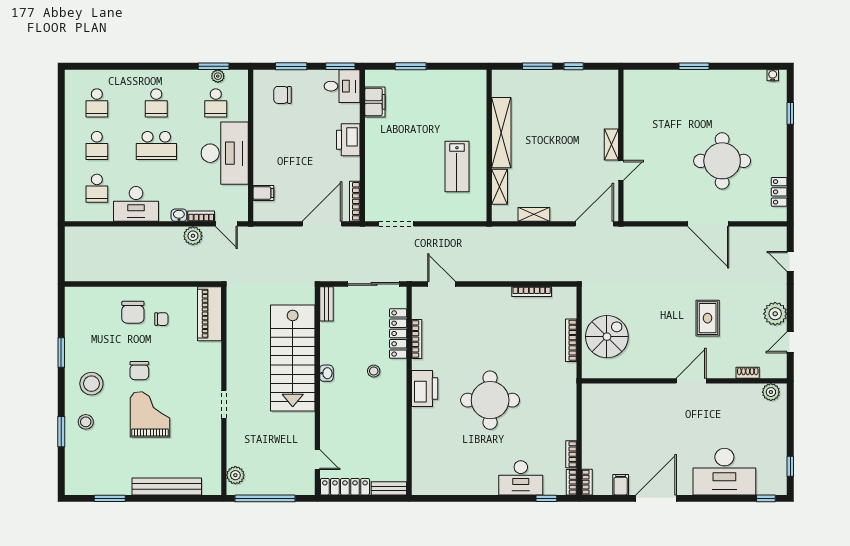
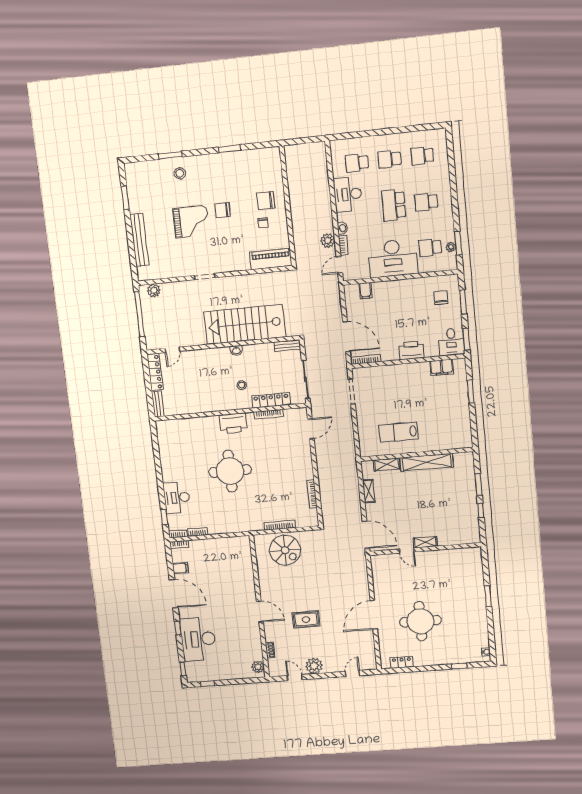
stool: (91, 384) -> (209, 175), removed
window: (706, 498) -> (178, 628), added

